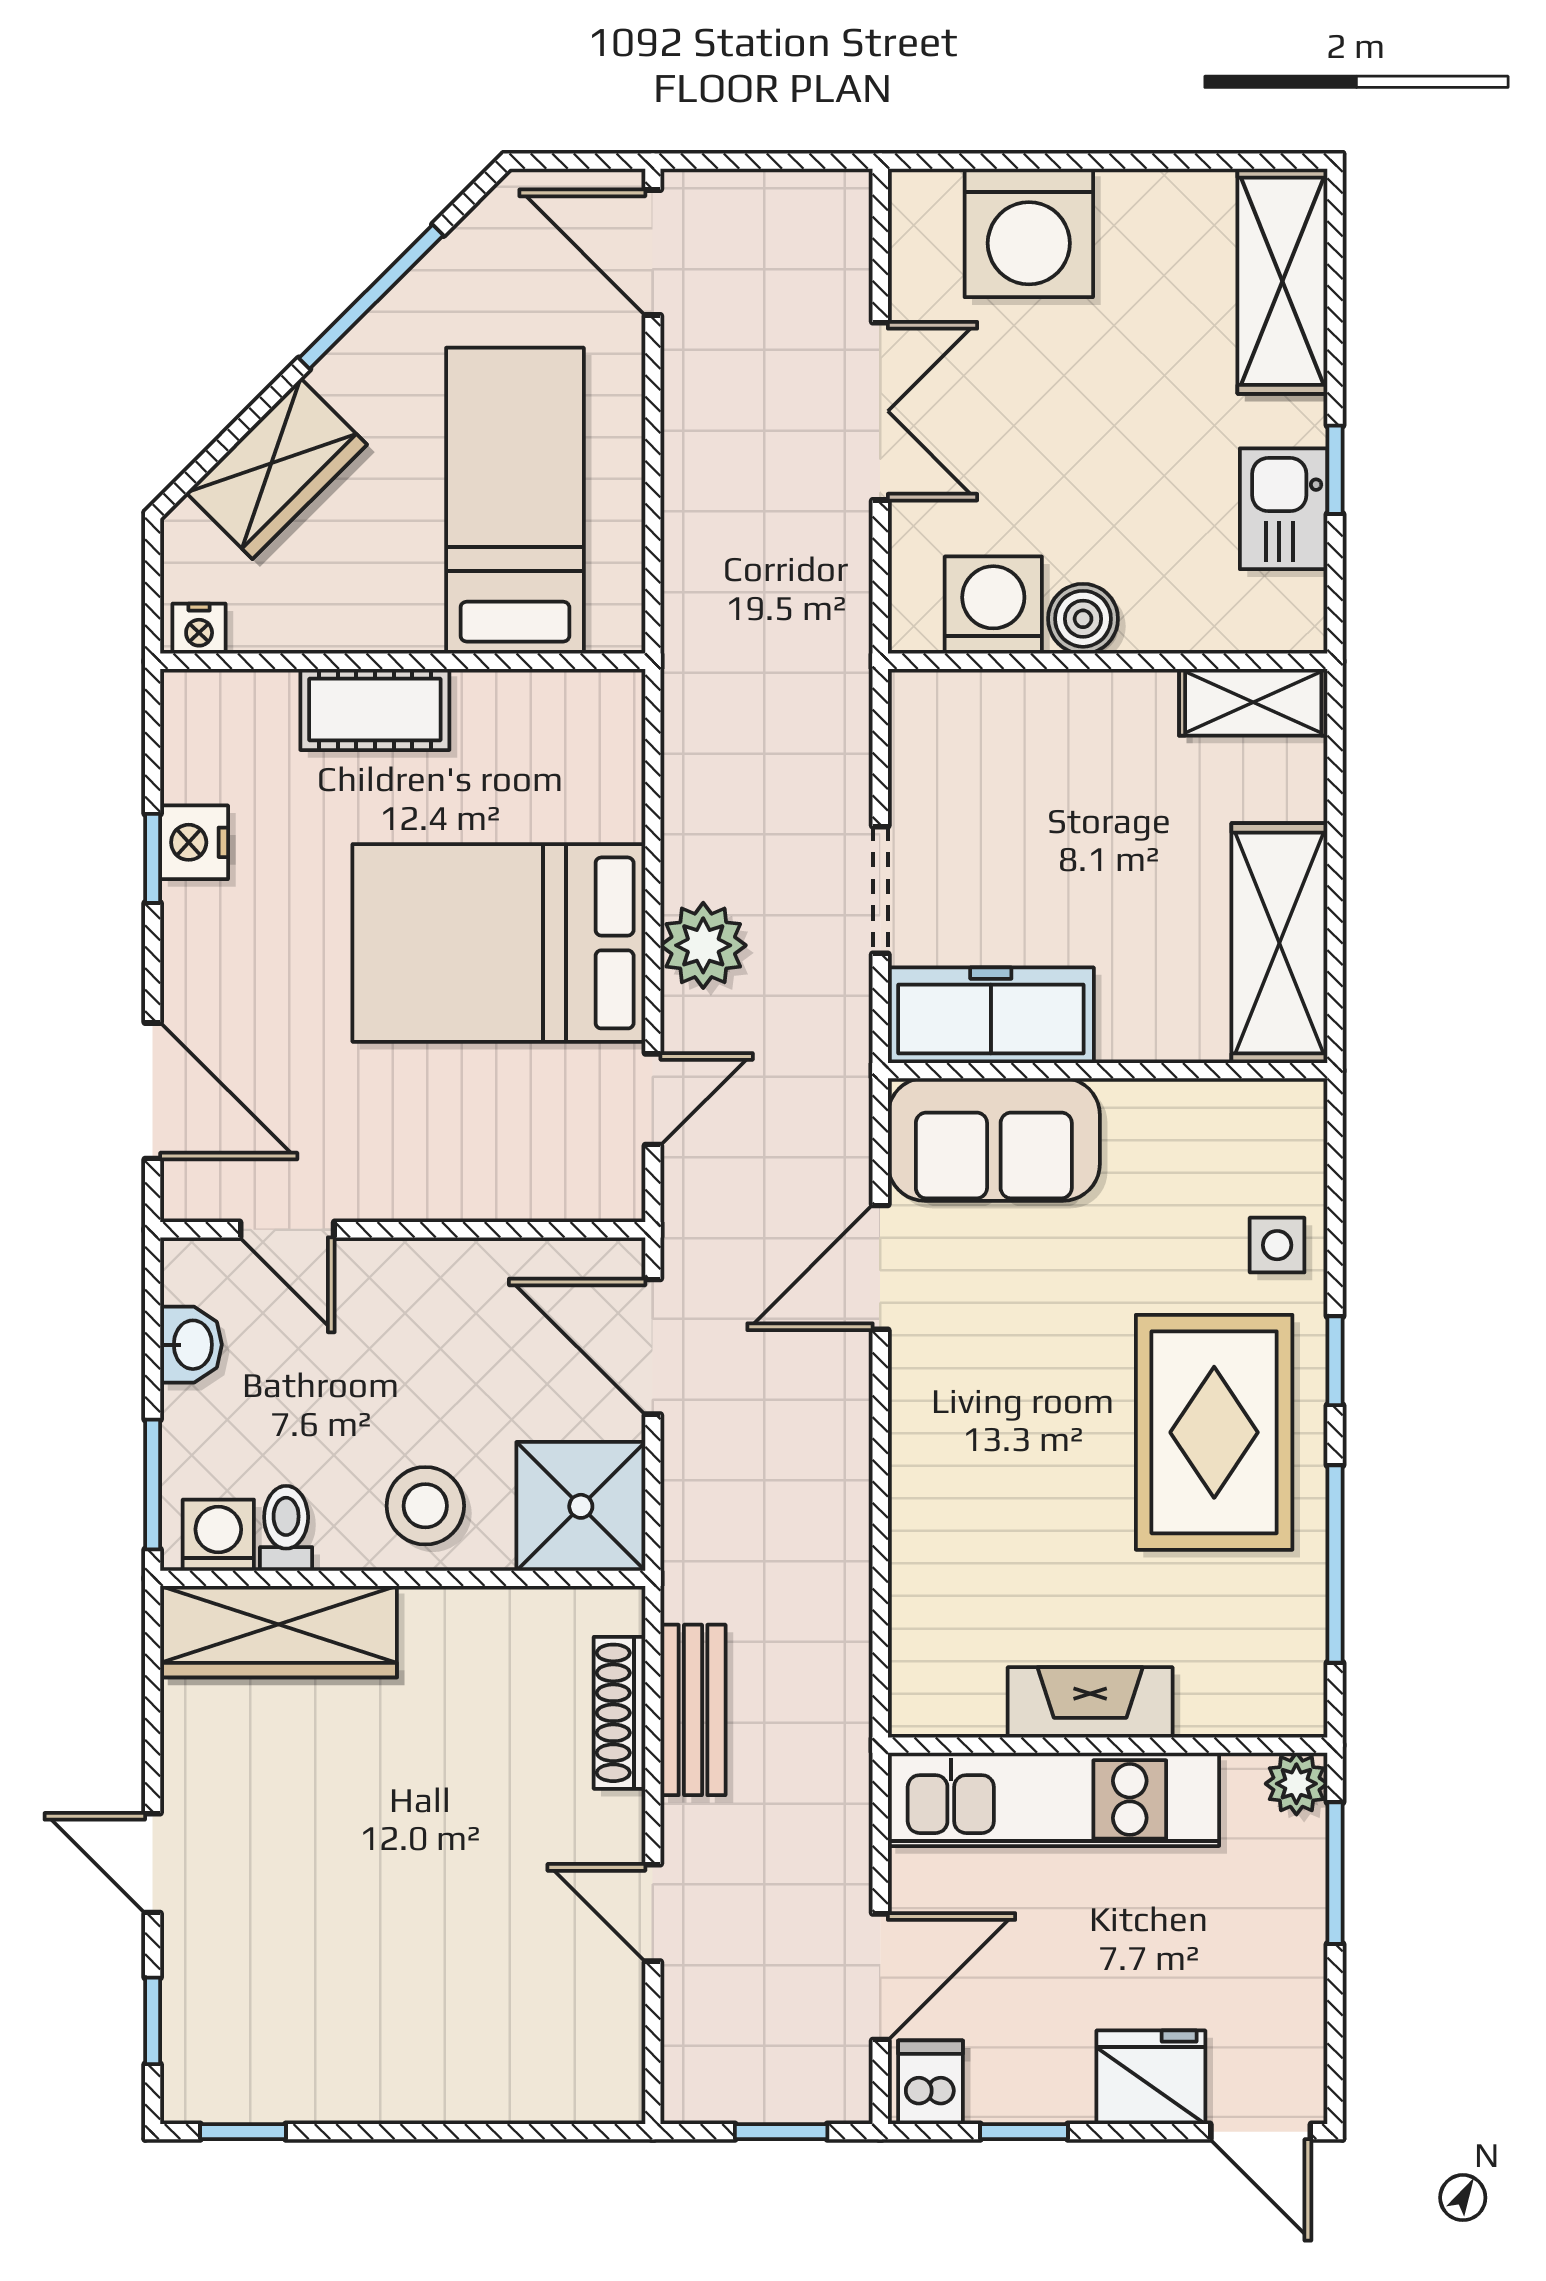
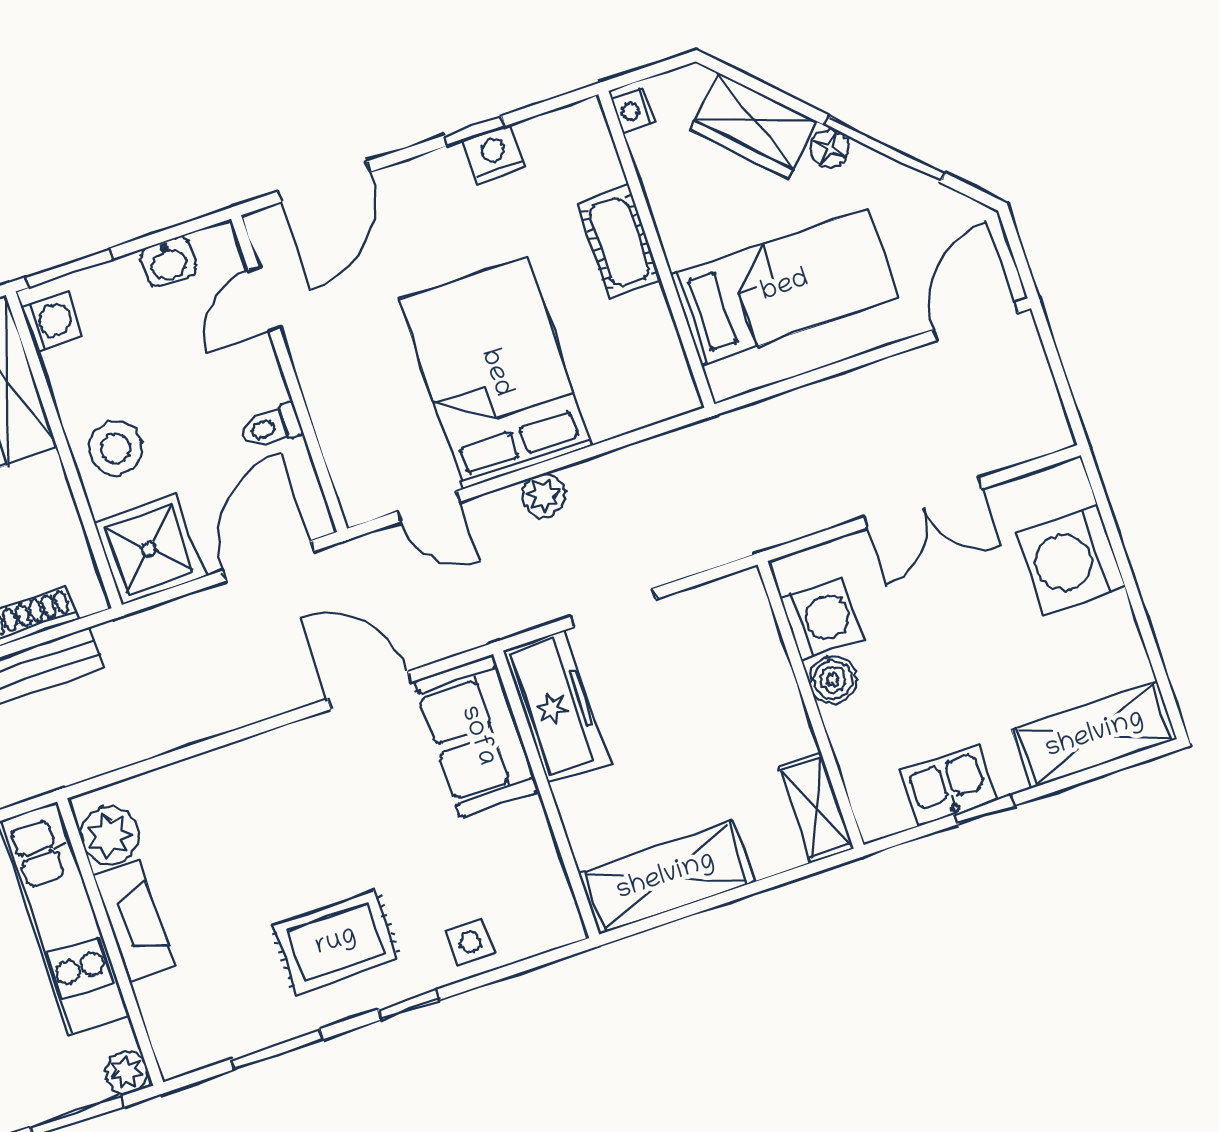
floor lamp: (344, 374) -> (829, 148), added
plant: (703, 945) -> (544, 496), width x0.73, depth x0.73
rug: (1214, 1432) -> (336, 942), width x0.73, depth x0.70
toilet: (286, 1528) -> (271, 427), moved, turned 180
window: (1335, 1564) -> (277, 1049), width x0.69
plant: (960, 1695) -> (110, 835), added

